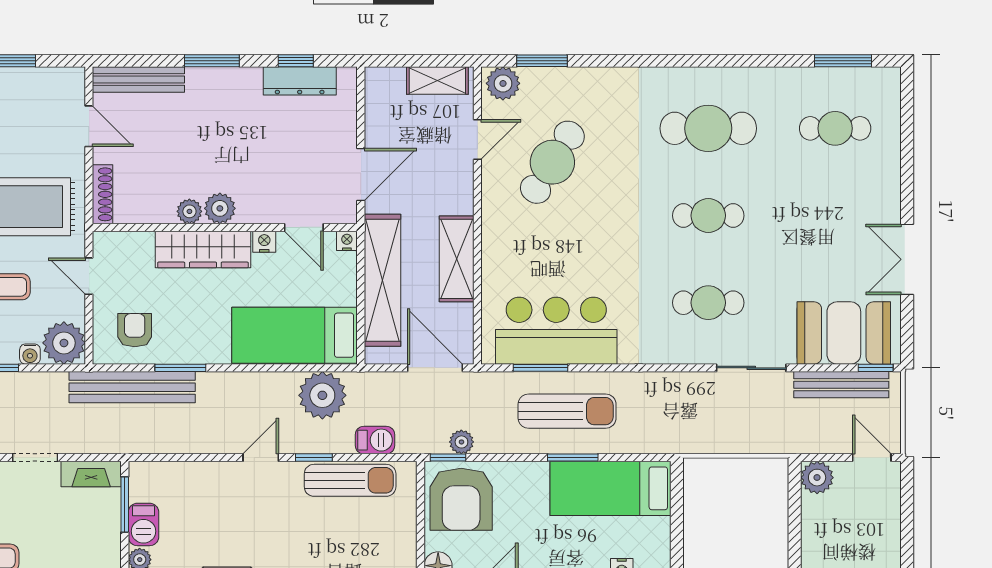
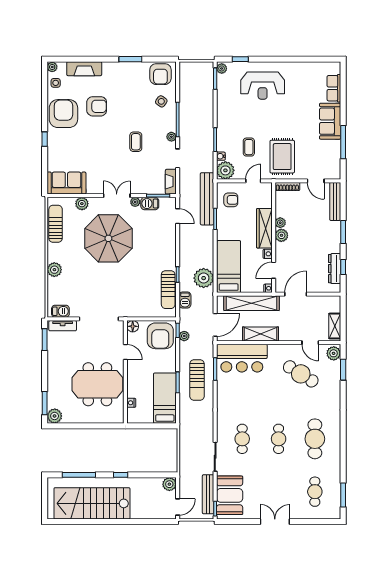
door: (89, 126) -> (316, 181), hinge flipped
door: (361, 174) -> (296, 294), swing flipped
double door: (907, 259) -> (275, 522), moved
bar counter: (556, 331) -> (242, 358), moved, turned 90
door: (261, 458) -> (178, 216), moved
armchair: (461, 499) -> (160, 336), turned -90

